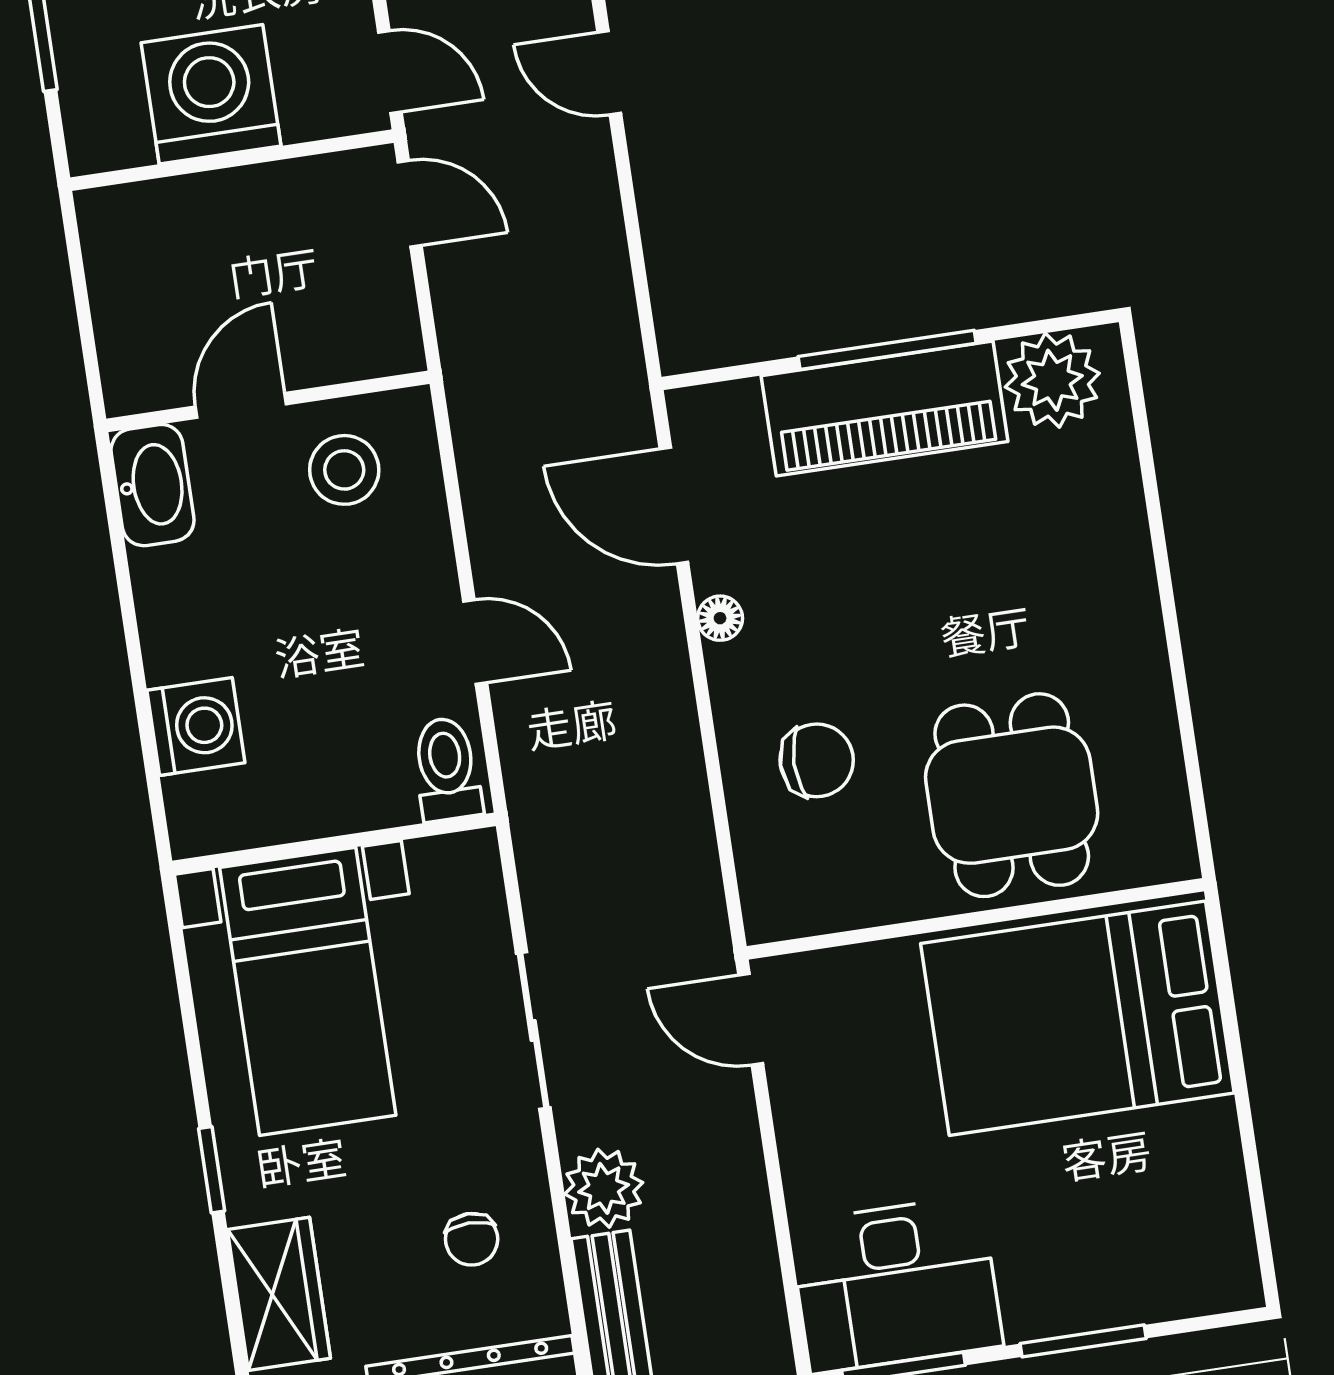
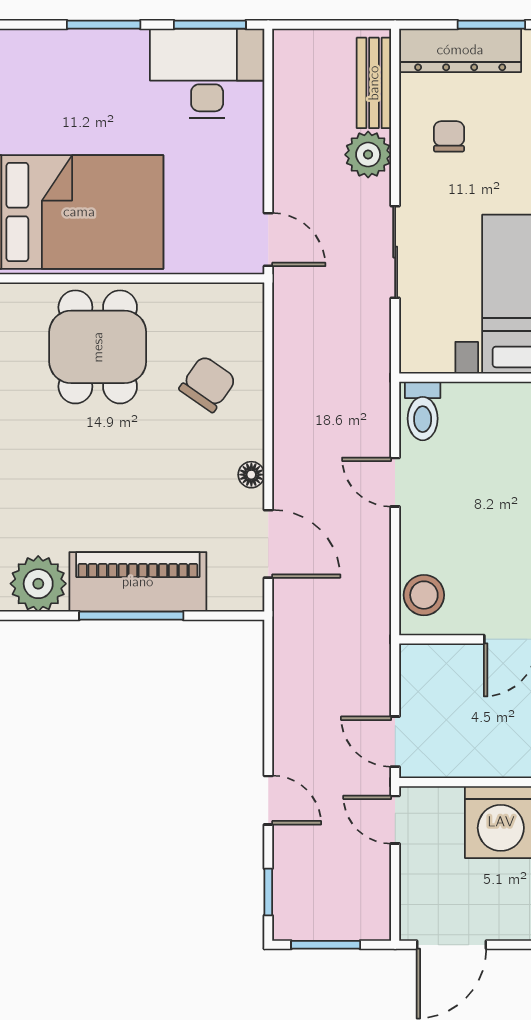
stool: (344, 470) -> (424, 595), moved
chair: (817, 760) -> (208, 384), turned 125

